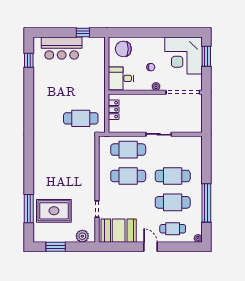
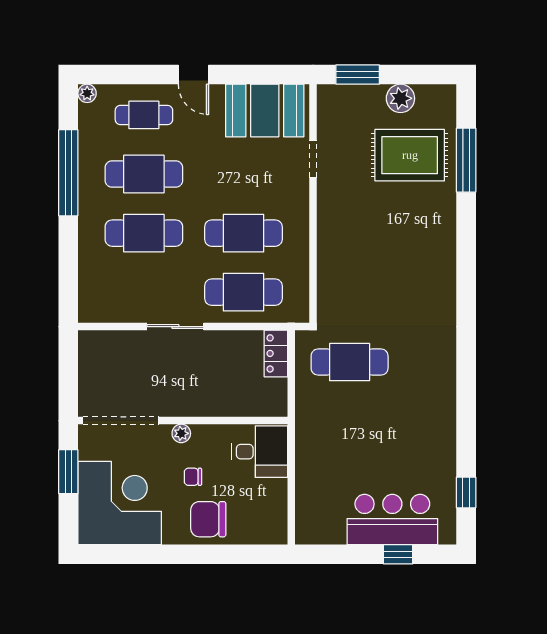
window: (83, 32) -> (398, 554), moved
chair: (123, 49) -> (208, 519), moved, turned 180
window: (206, 56) -> (68, 472), moved
locker: (114, 110) -> (276, 353), moved
plant: (82, 236) -> (400, 98), moved
window: (56, 247) -> (358, 75), moved

